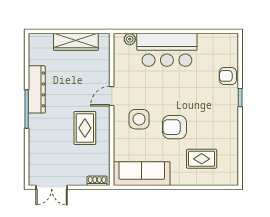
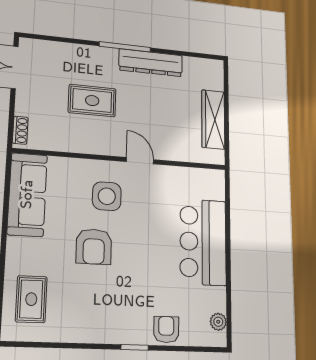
plant: (130, 39) -> (218, 322), moved
armchair: (174, 127) -> (94, 247), turned 180
rug: (85, 128) -> (92, 101), moved
rug: (202, 159) -> (31, 299), moved

